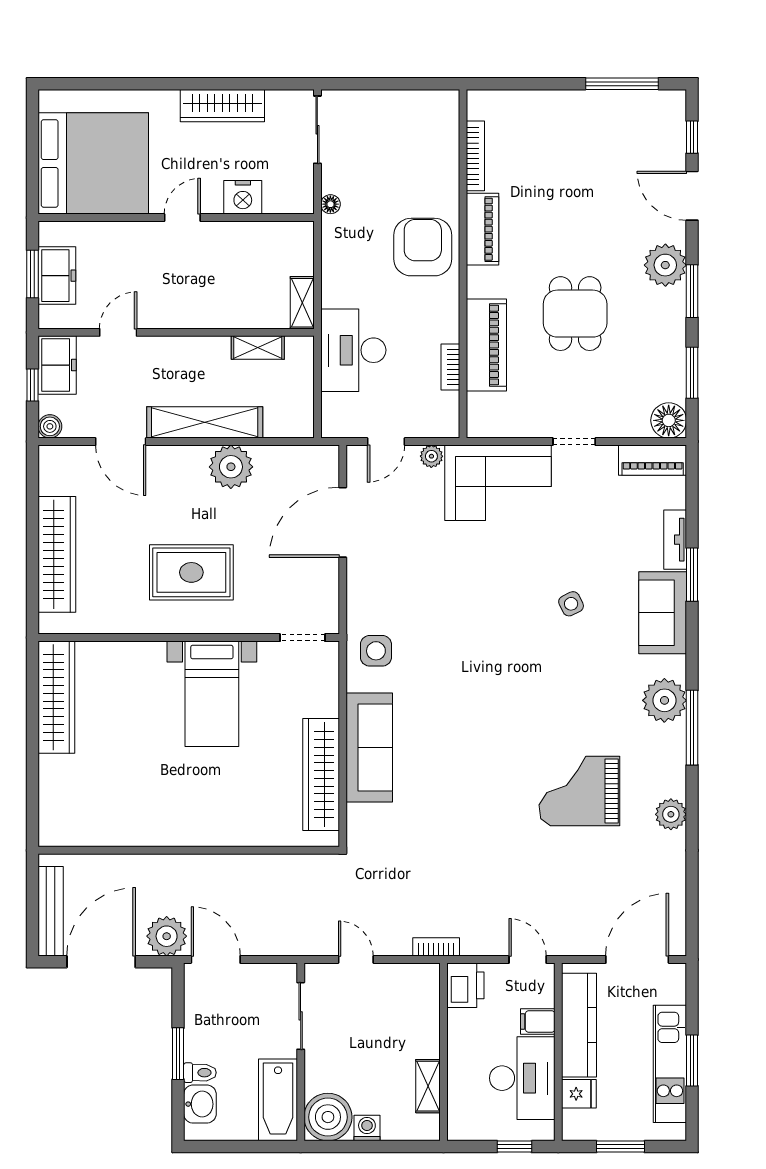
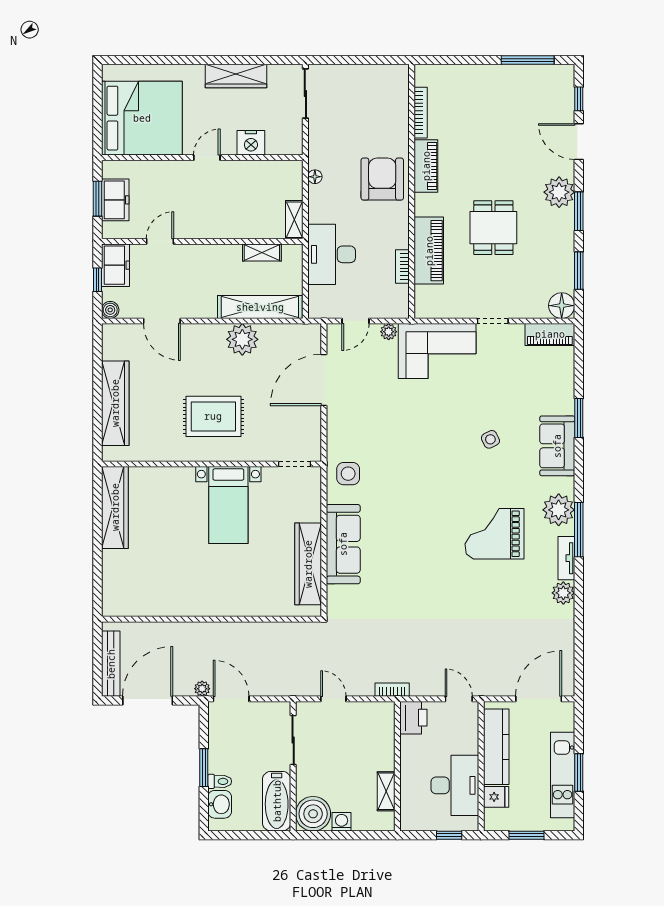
floor lamp: (330, 204) -> (315, 177), moved
shelving: (205, 422) -> (260, 307), moved
tv unit: (675, 540) -> (566, 558), moved
grand piano: (579, 791) -> (494, 534), moved
plant: (167, 936) -> (202, 689), width x0.53, depth x0.53
filing cabinet: (538, 1021) -> (466, 744), removed

